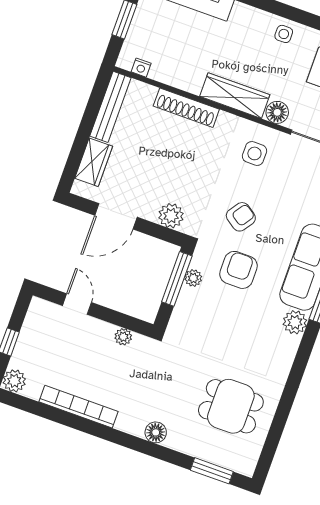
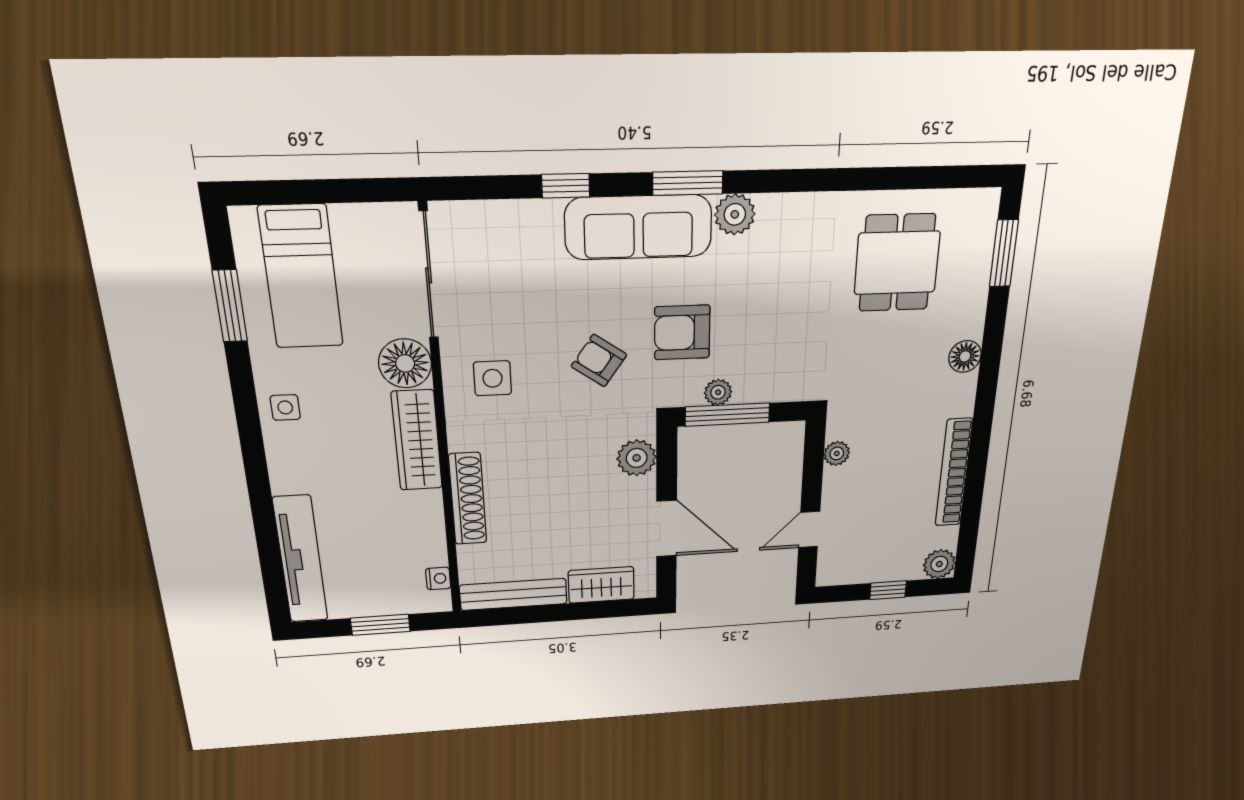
floor lamp: (277, 112) -> (405, 363), width x1.38, depth x1.38

